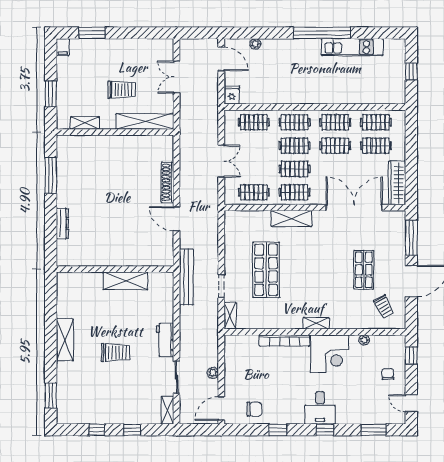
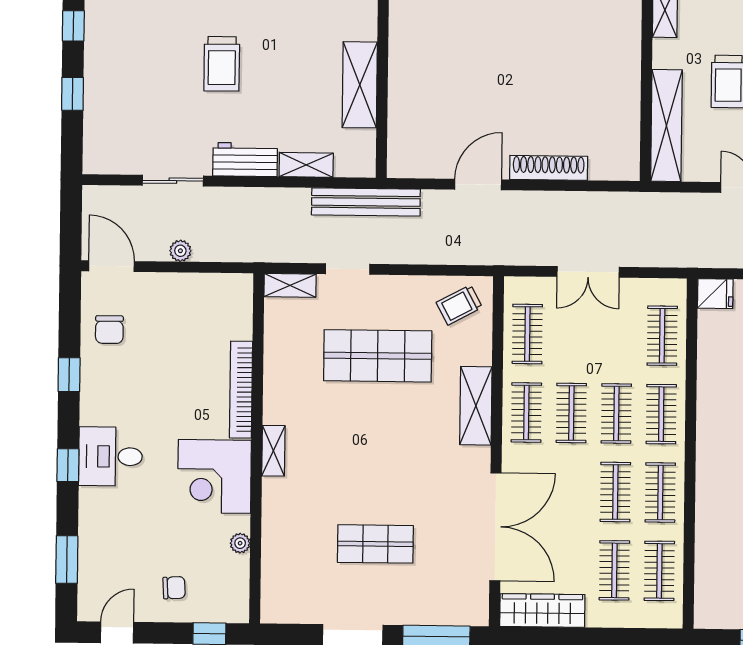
trolley: (384, 306) -> (459, 305), moved
shelving: (167, 410) -> (306, 165), moved

